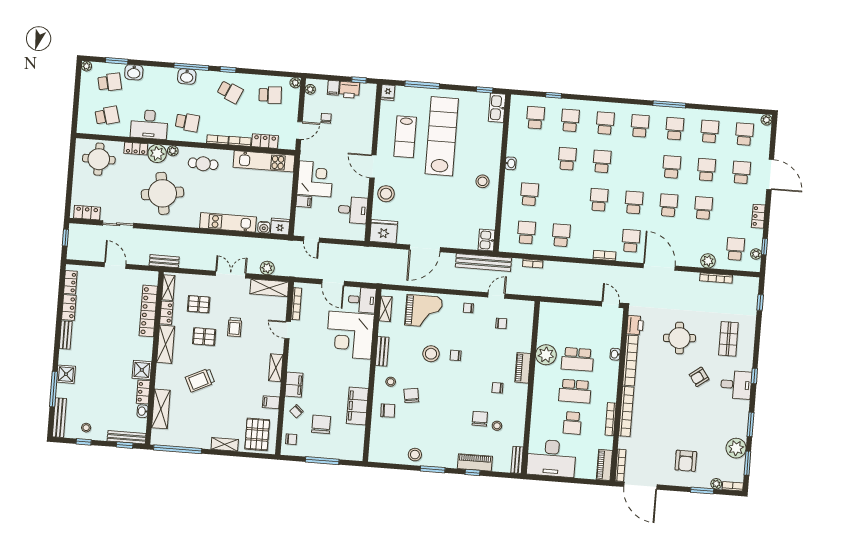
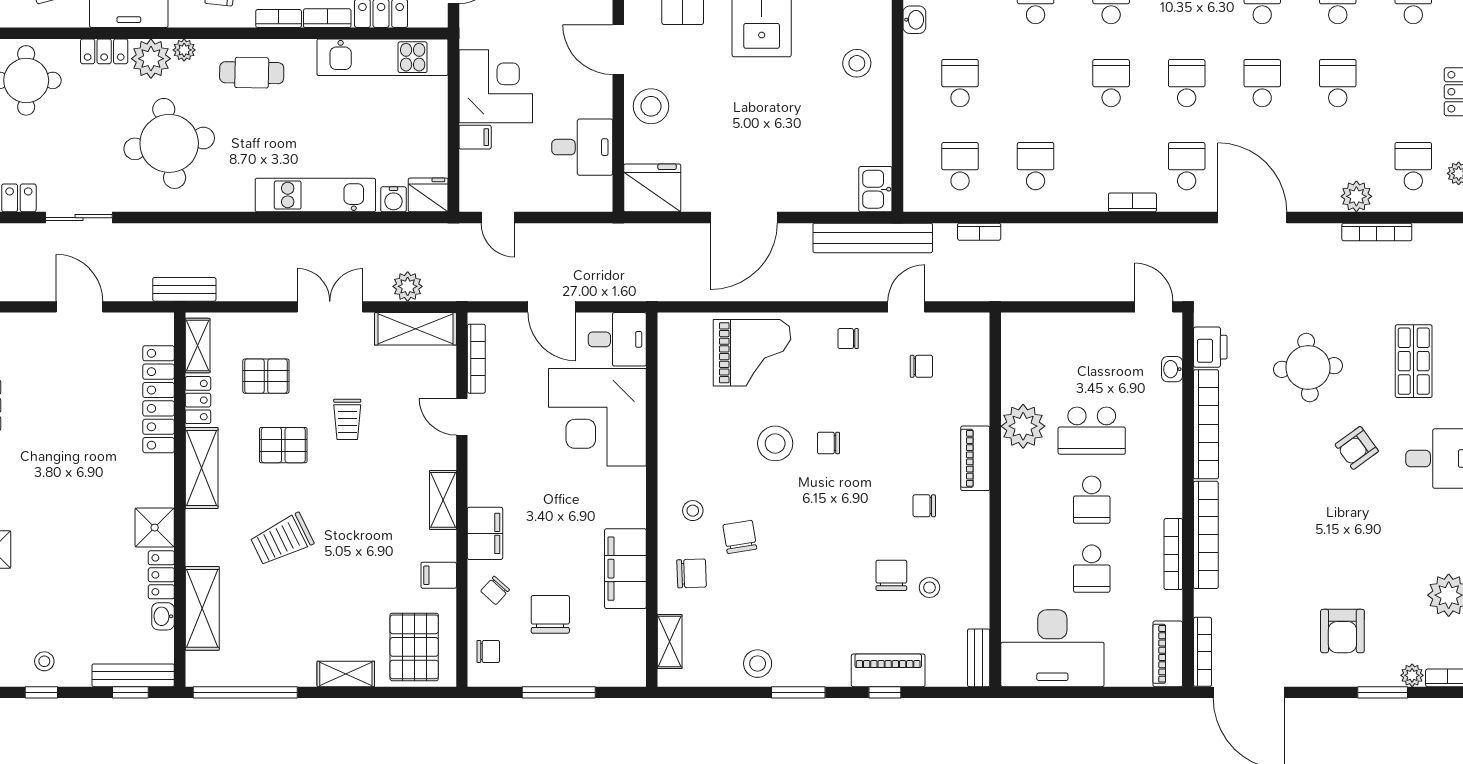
shelving: (386, 309) -> (670, 641), moved
bench: (382, 351) -> (669, 446), removed
washbasin: (615, 354) -> (1172, 369), moved
school desk: (575, 391) -> (1092, 500), width x0.54

